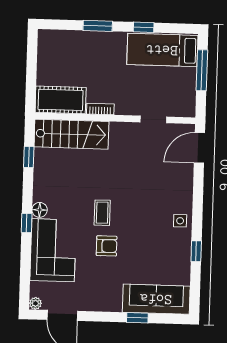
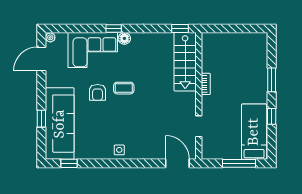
cot: (61, 100) -> (212, 52), removed
window: (29, 157) -> (180, 28), moved
window: (196, 251) -> (69, 163), moved
sofa: (156, 299) -> (60, 124), width x1.36, depth x1.27

